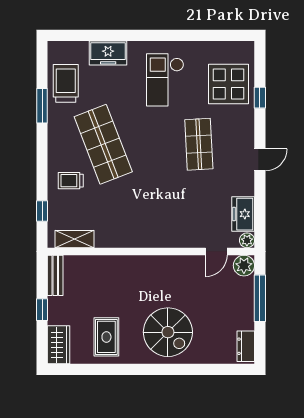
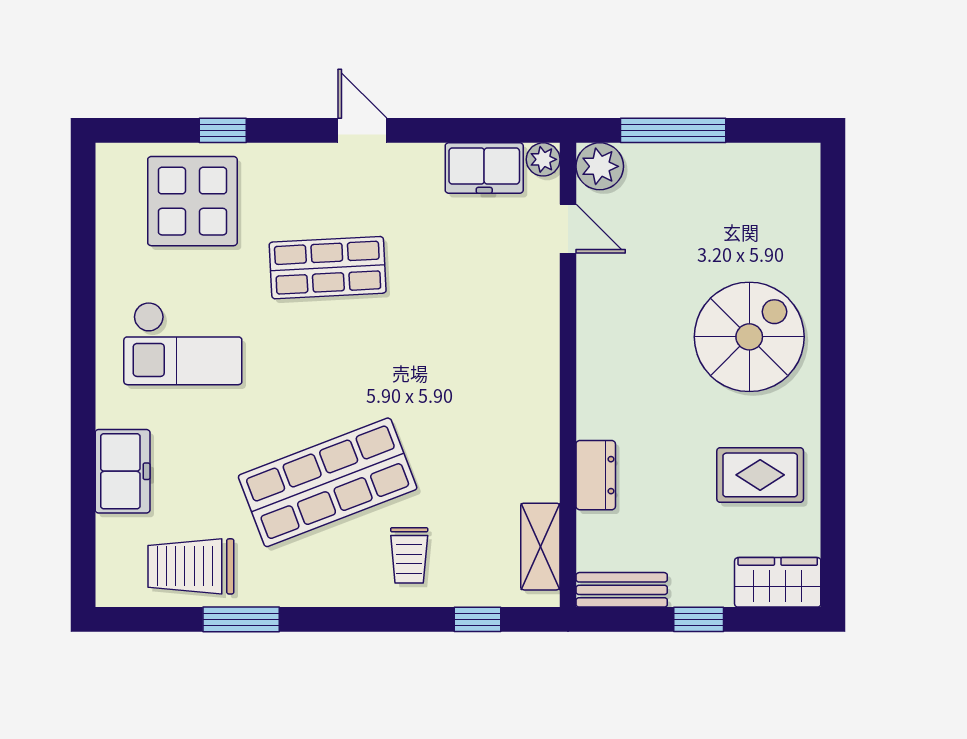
dresser: (246, 346) -> (596, 475), moved, turned -90

